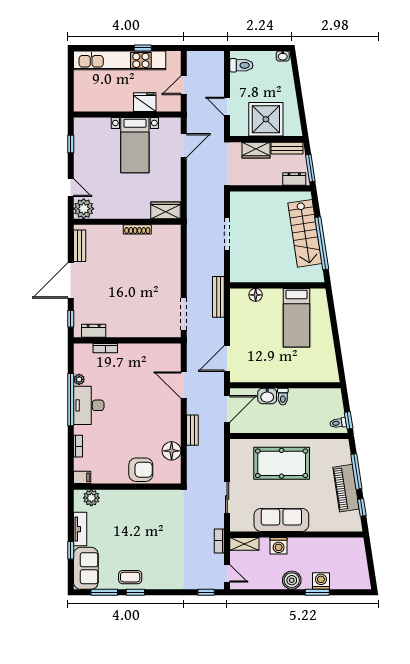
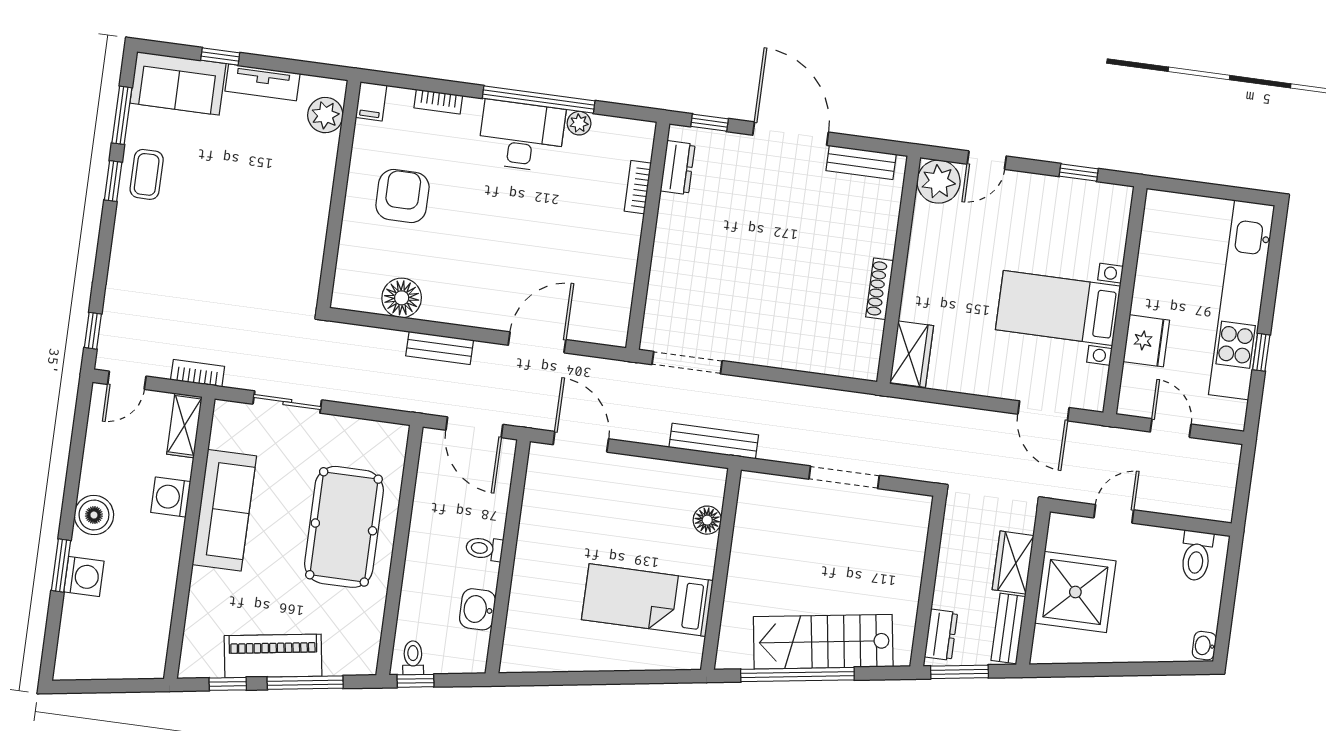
washbasin: (267, 396) -> (478, 609), moved
armchair: (141, 470) -> (402, 196), moved, turned 180

